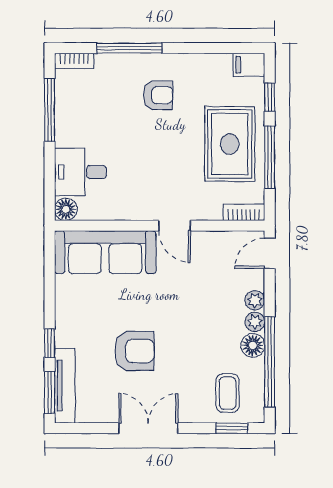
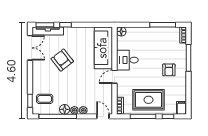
desk: (80, 172) -> (127, 60), moved, turned -90
armchair: (134, 351) -> (62, 60), turned 142
double door: (148, 428) -> (30, 48), moved

